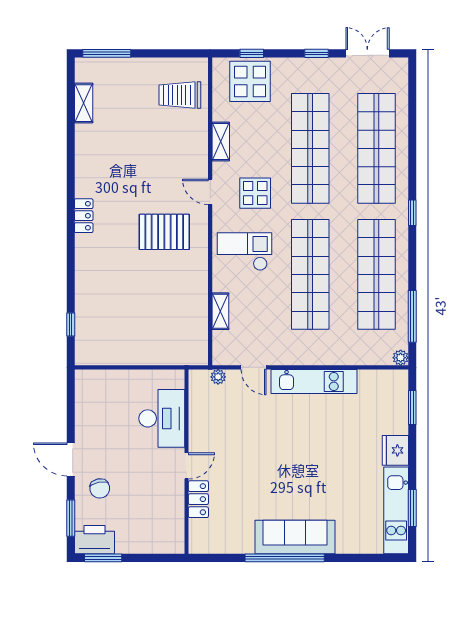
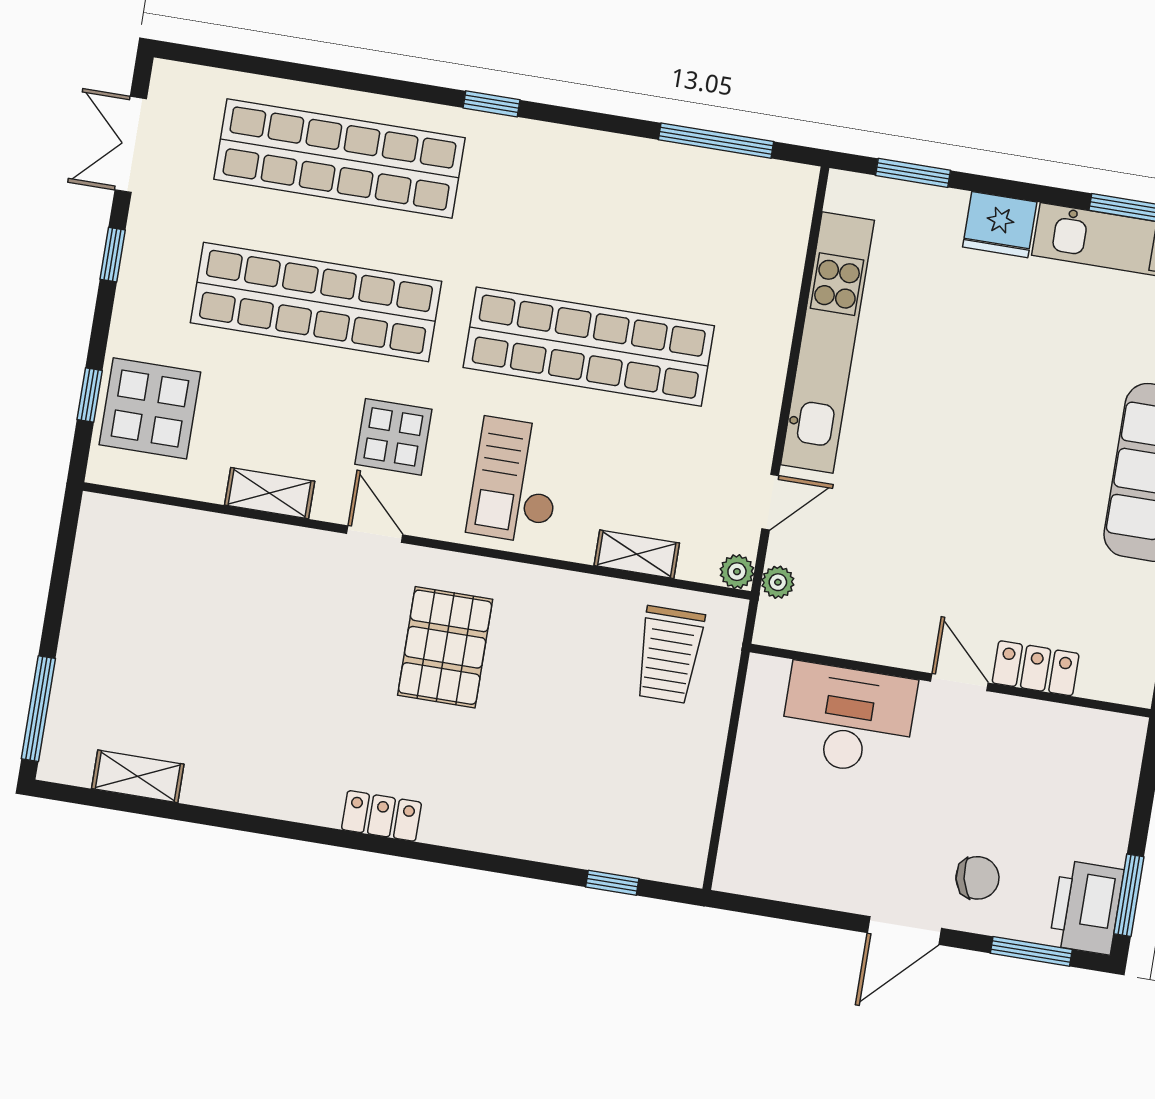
trolley: (180, 95) -> (669, 655), moved
door: (210, 192) -> (375, 534), swing flipped
shop shelf: (376, 274) -> (612, 203), removed
plant: (401, 358) -> (737, 572), moved
kitchen unit: (314, 381) -> (827, 342), width x1.36

